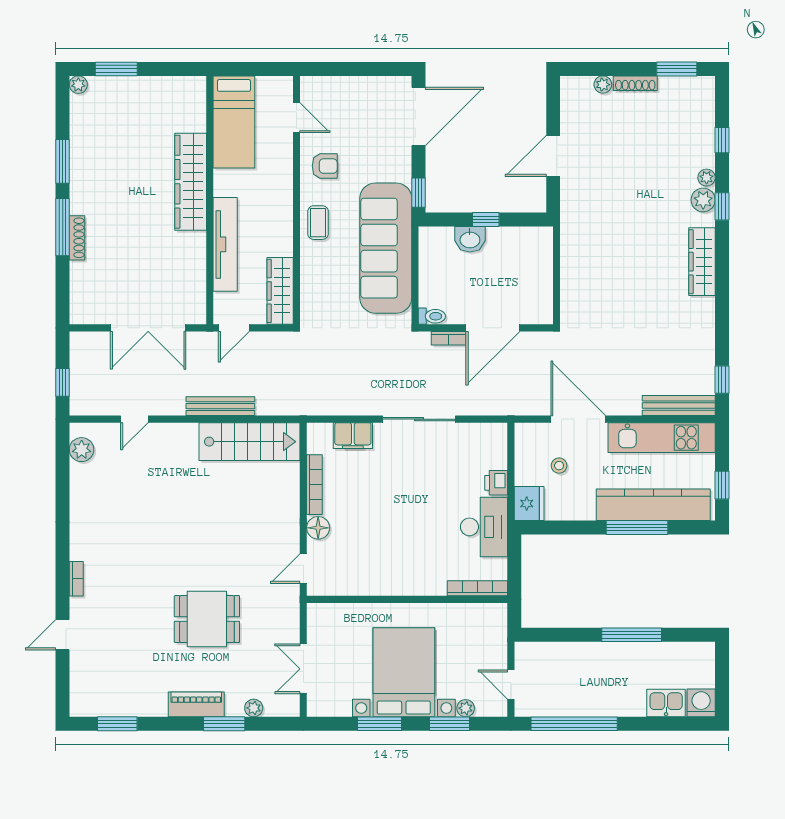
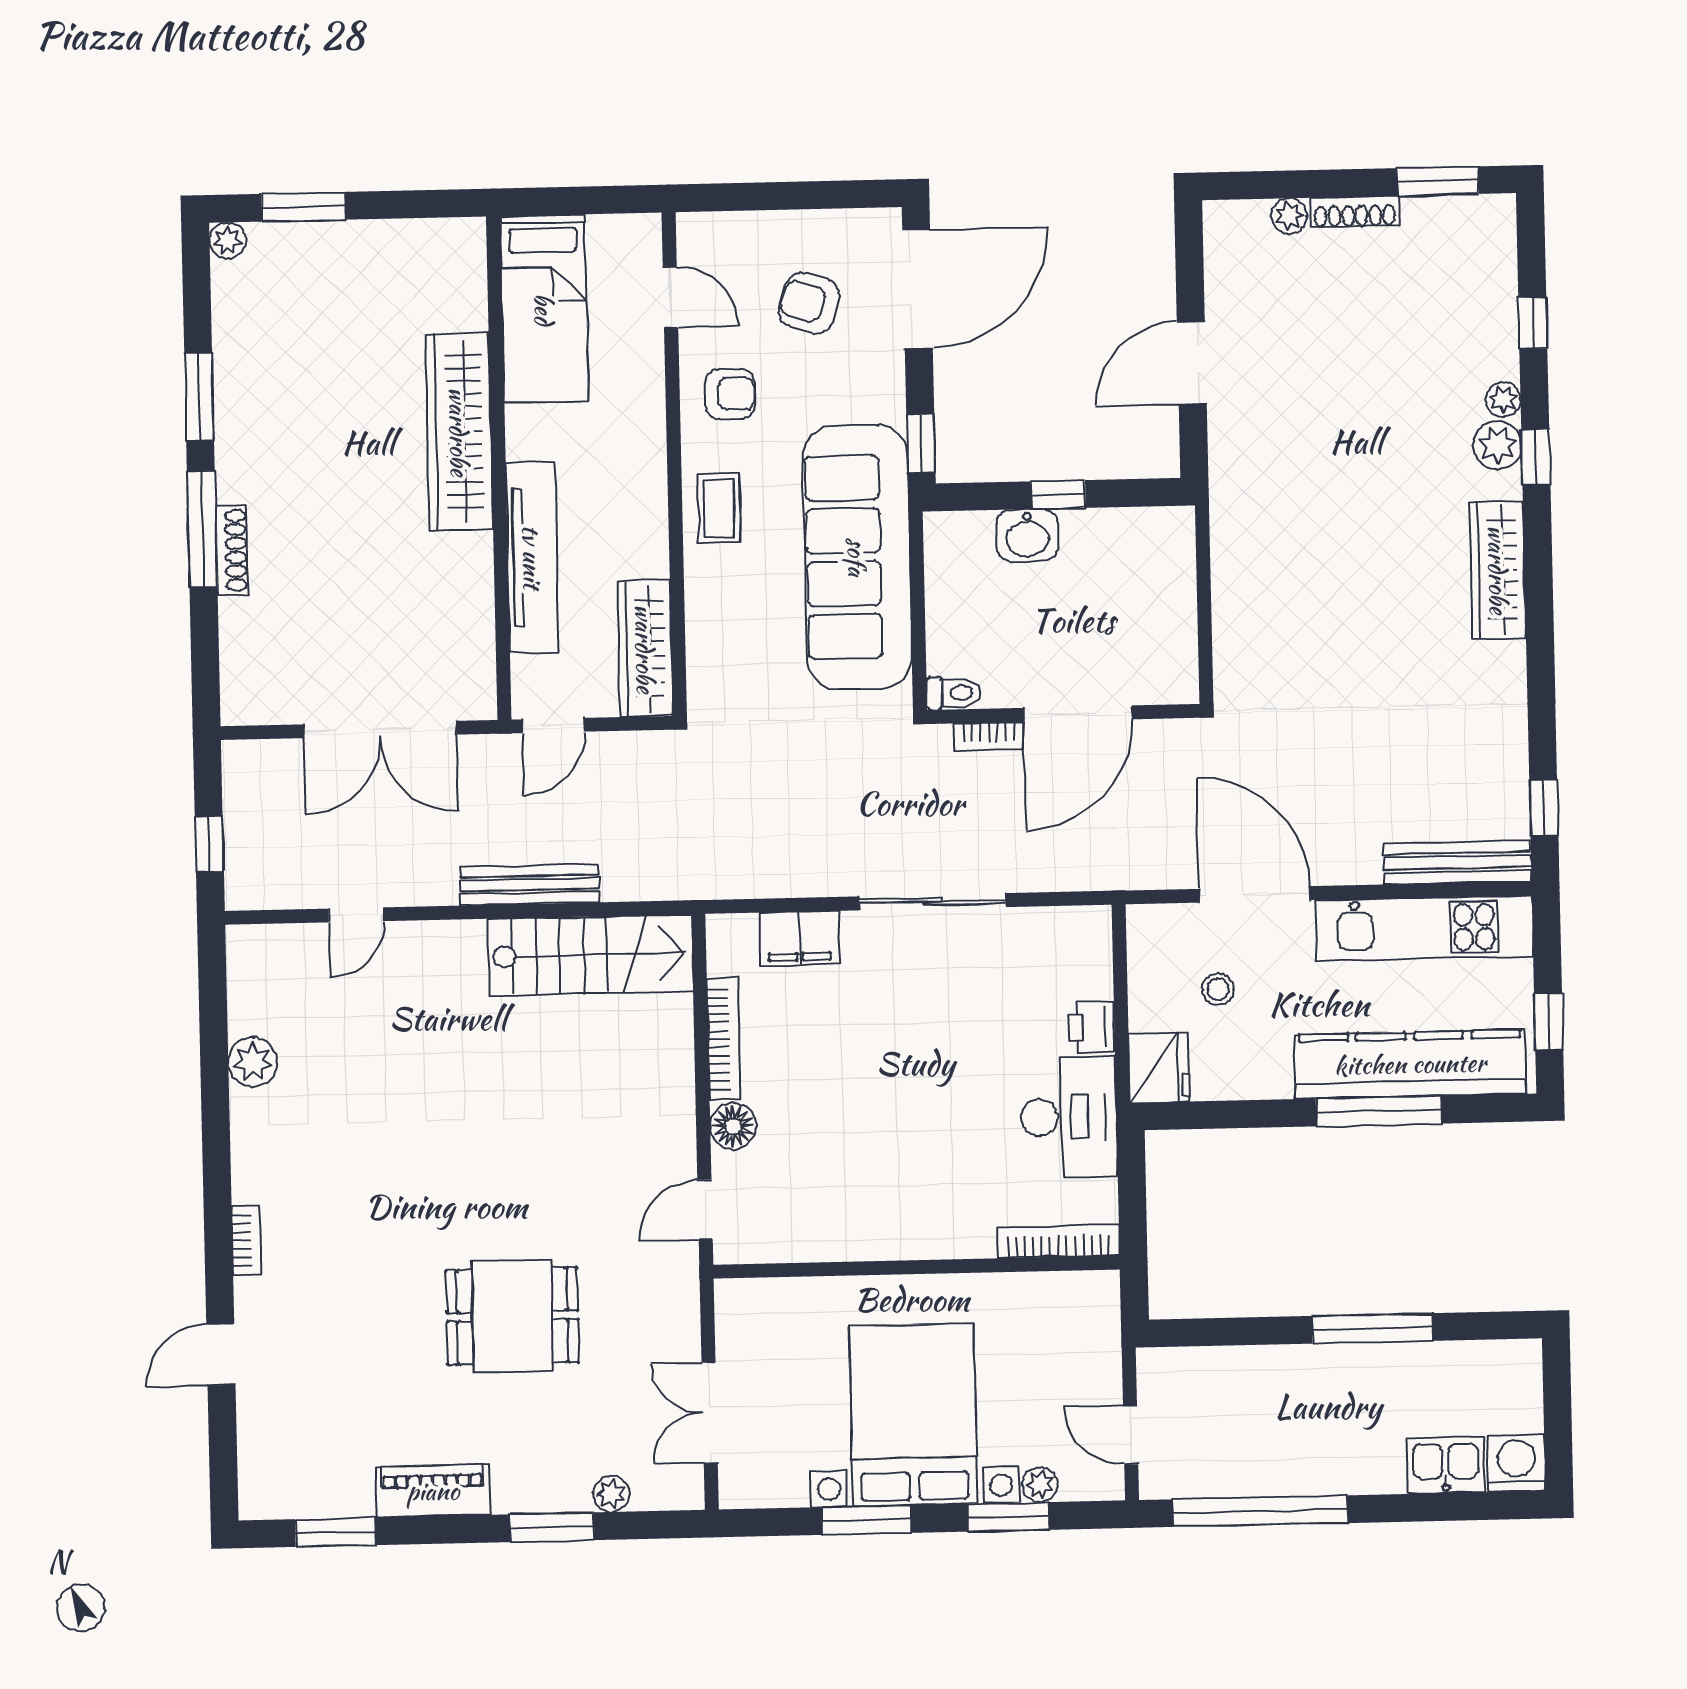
armchair: (365, 122) -> (809, 303), added
plant: (82, 450) -> (253, 1062), moved
piano: (196, 704) -> (433, 1491), moved

